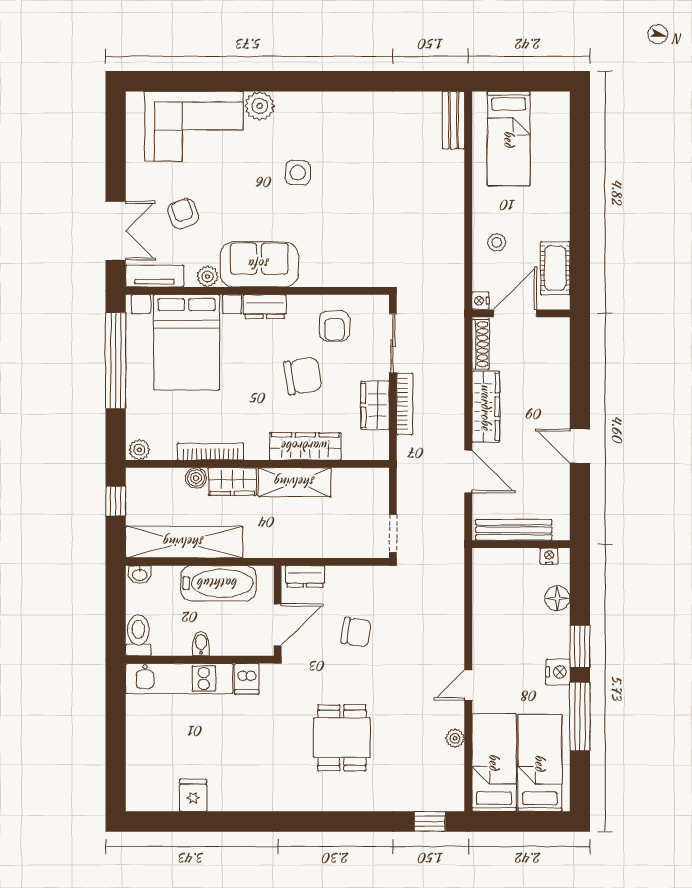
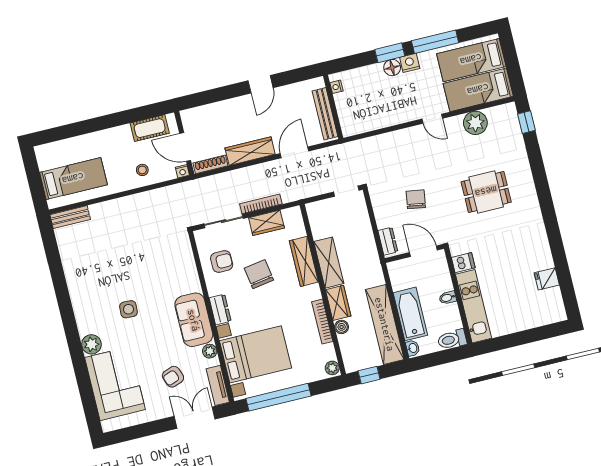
bathtub: (218, 583) -> (410, 314), moved
floor lamp: (557, 598) -> (392, 68), moved
plant: (455, 738) -> (475, 123), width x1.87, depth x1.87

